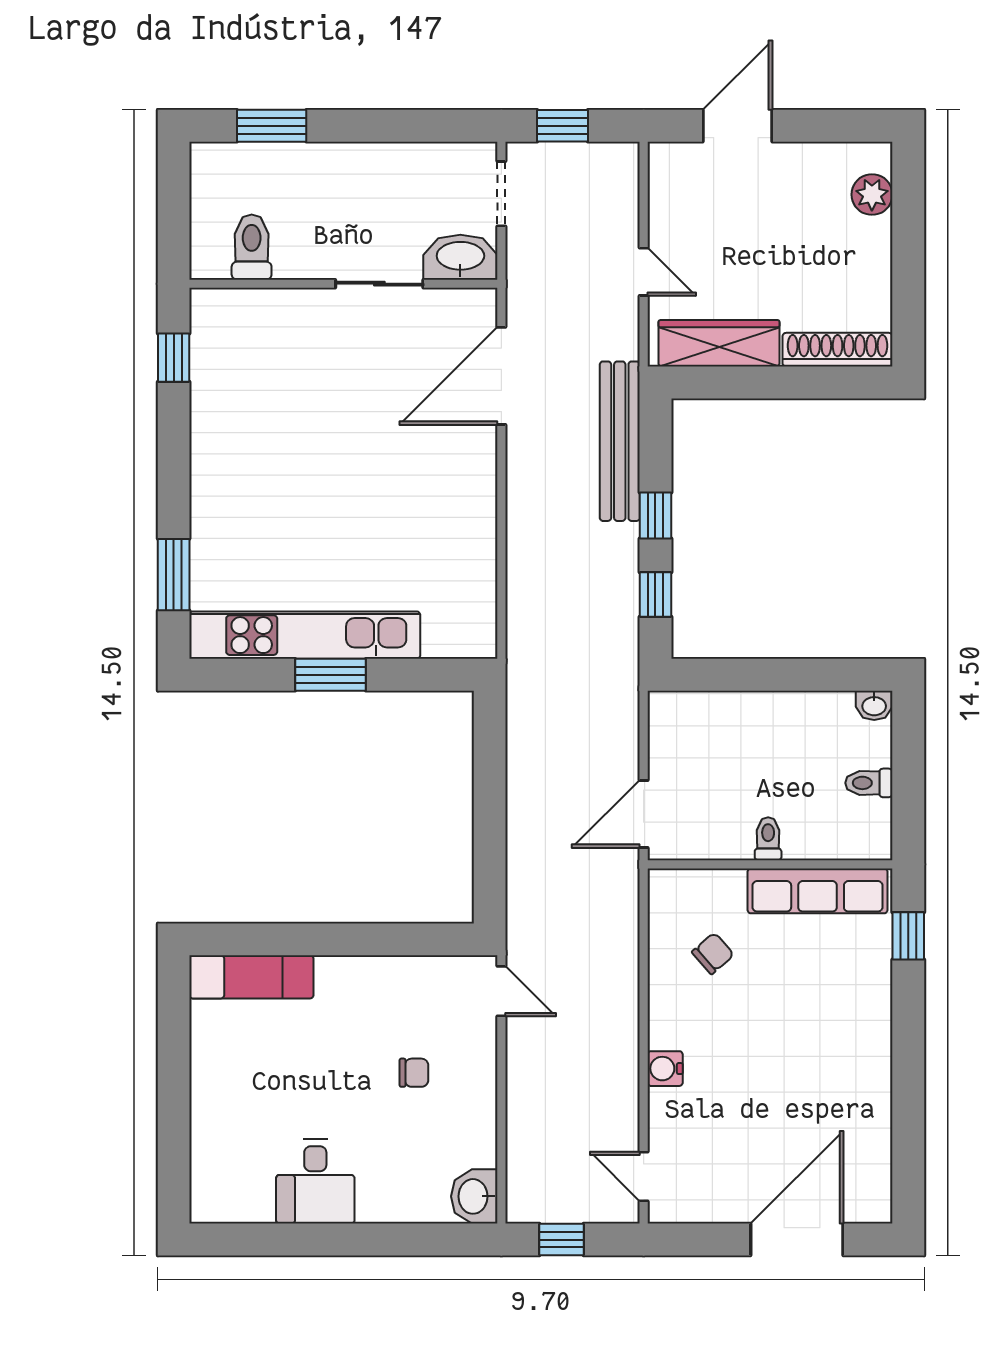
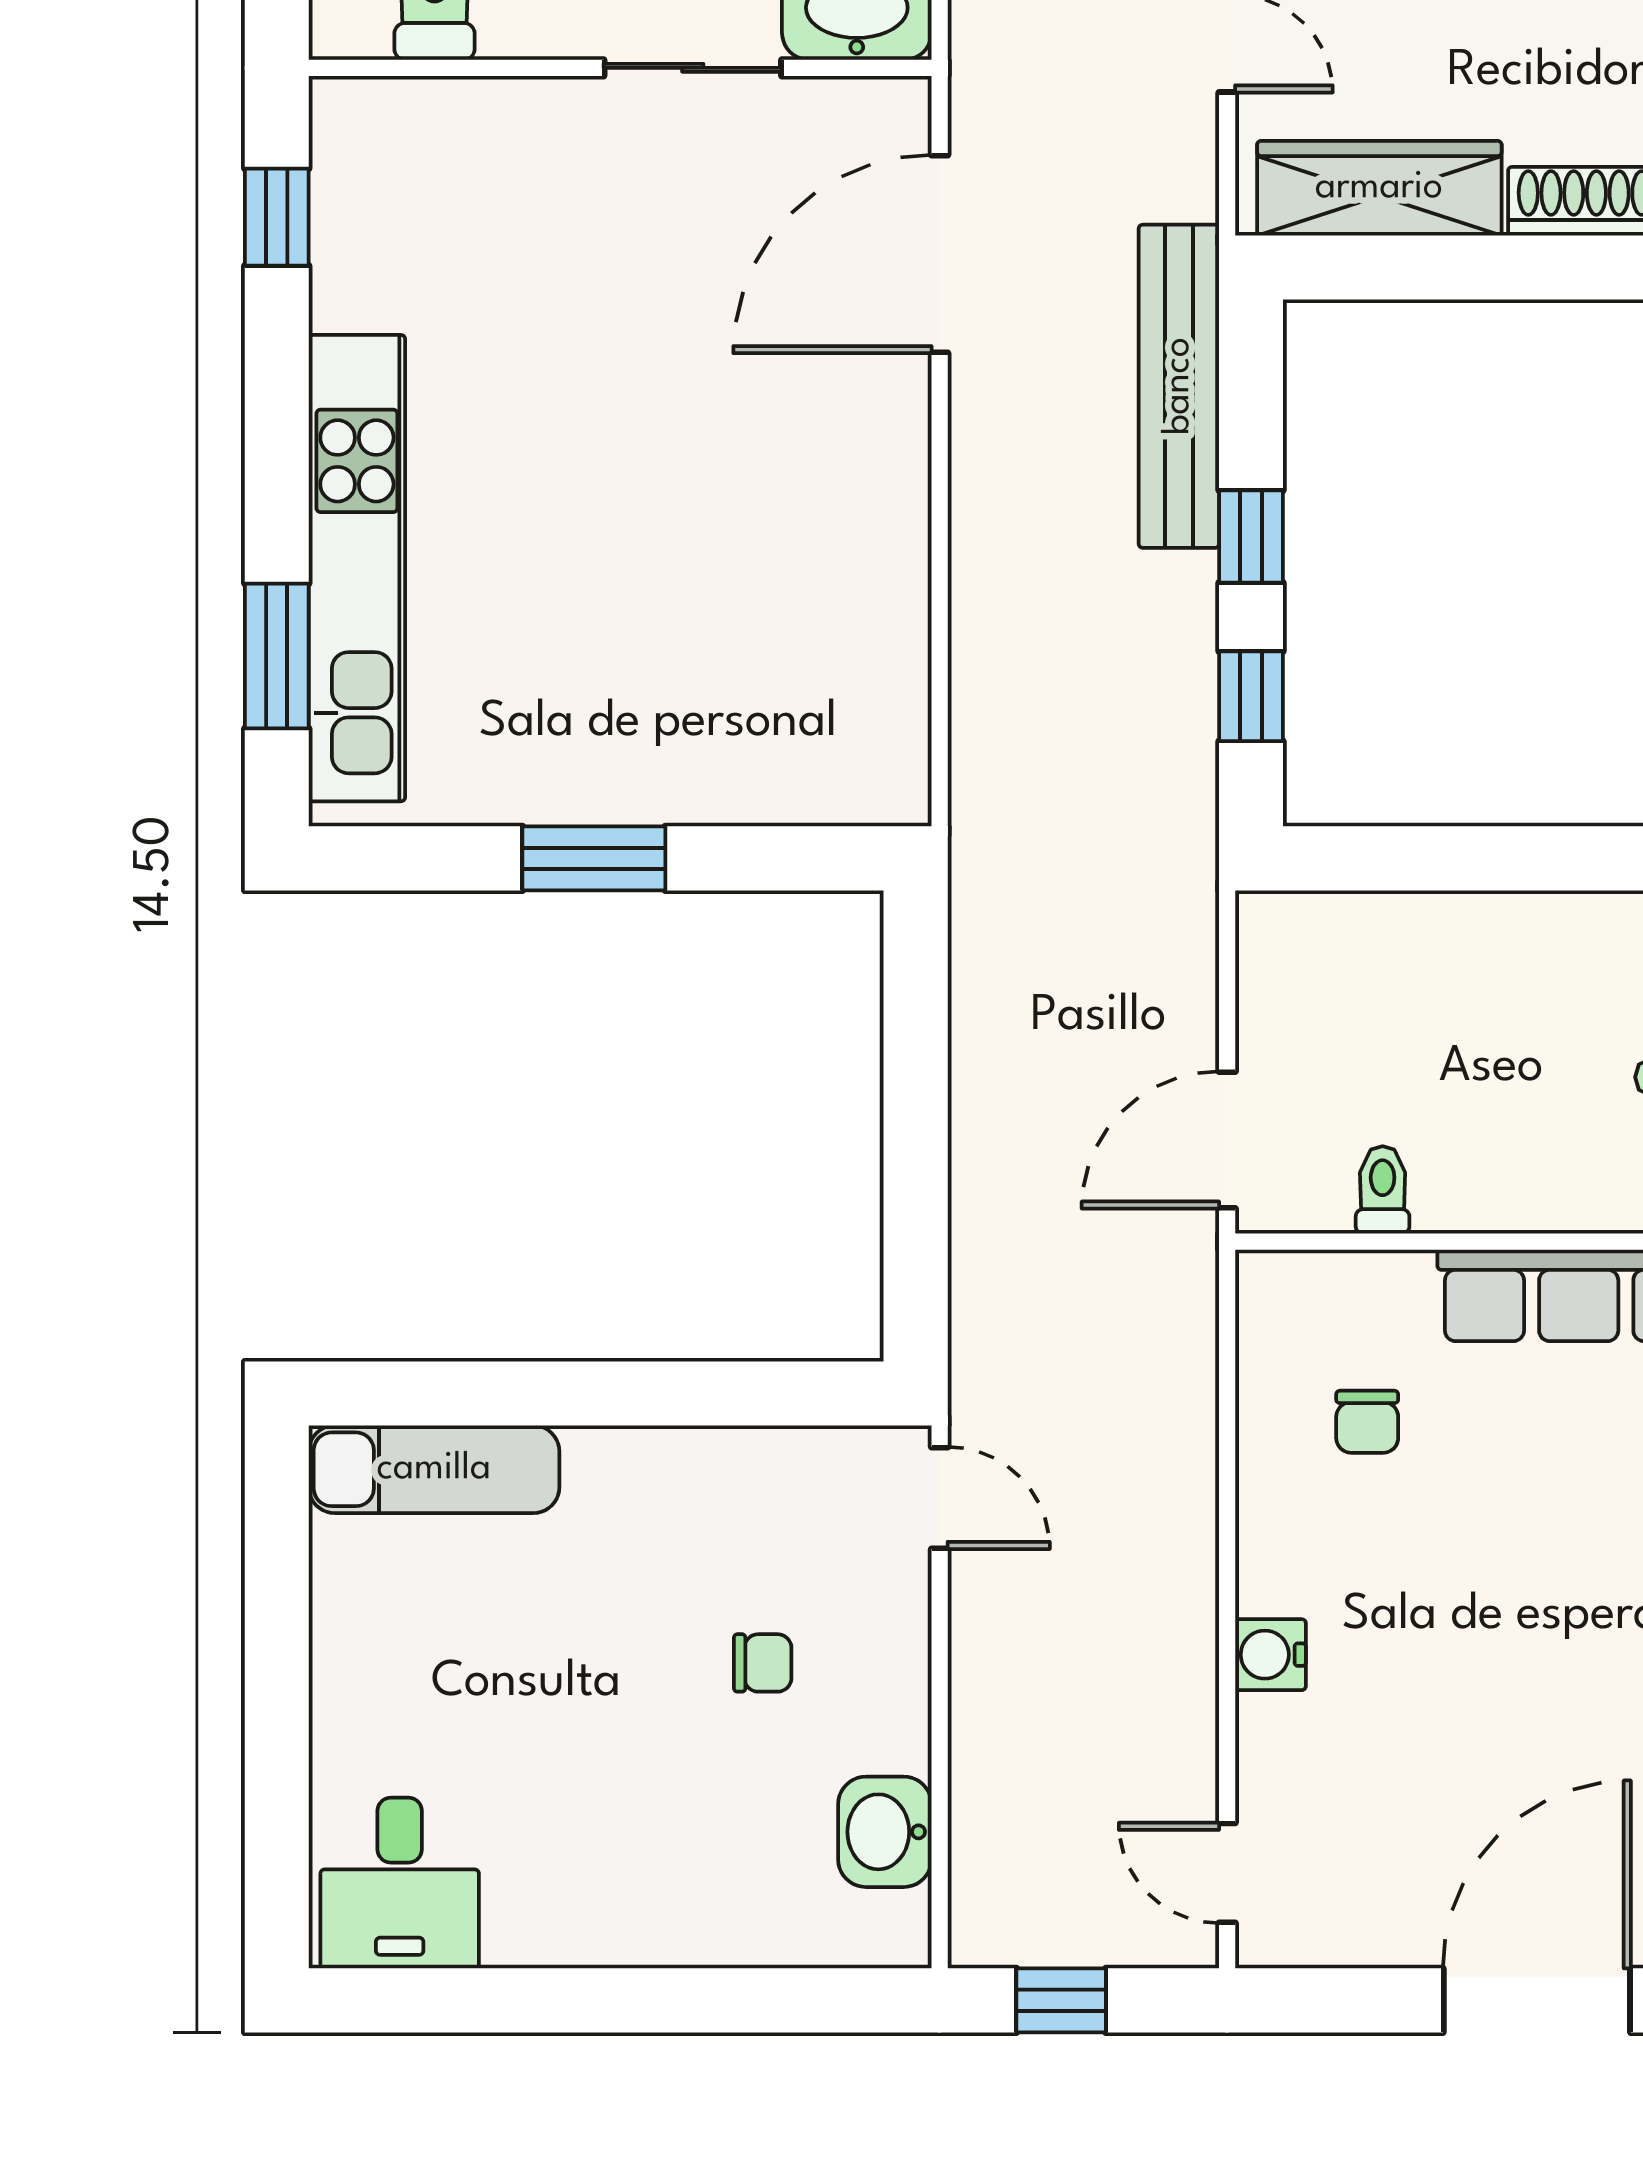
kitchen unit: (305, 635) -> (357, 568), moved, turned 90
toilet: (768, 839) -> (1383, 1190), moved
chair: (713, 953) -> (1367, 1422), turned 131
desk: (315, 1182) -> (400, 1883), moved
washbasin: (474, 1196) -> (885, 1832), moved

